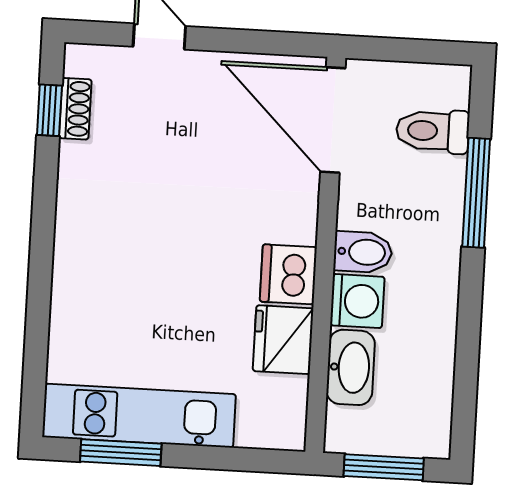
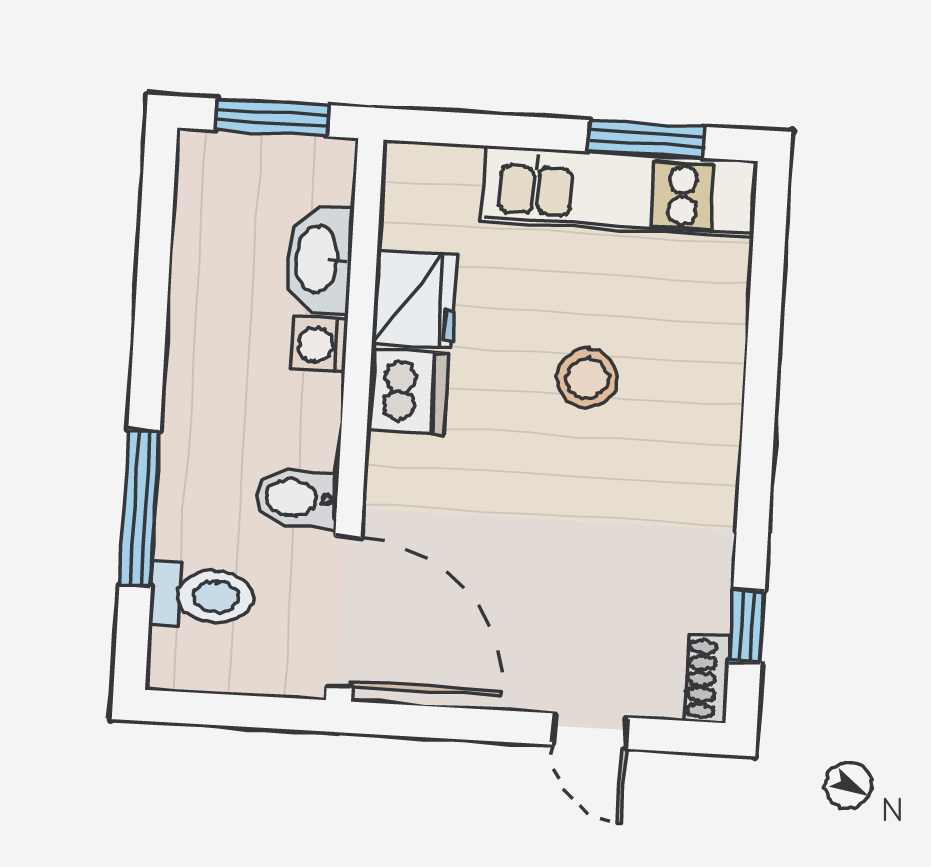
shoe rack: (75, 109) -> (707, 679), moved
bidet: (363, 252) -> (297, 498), moved
stool: (162, 284) -> (587, 378), added
washing machine: (357, 301) -> (320, 345), width x0.73, depth x0.73

